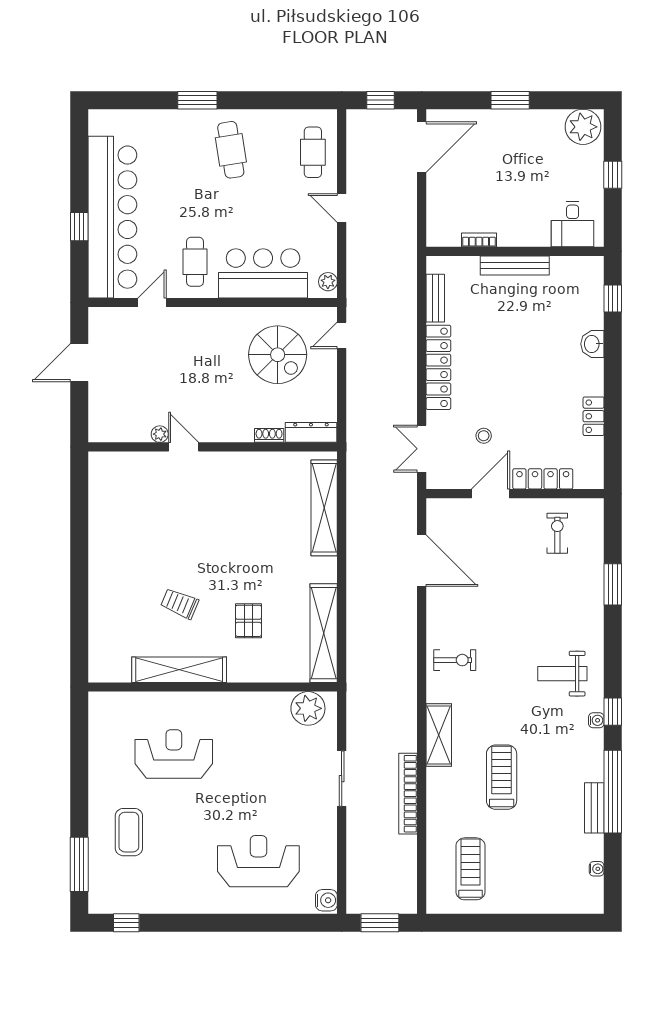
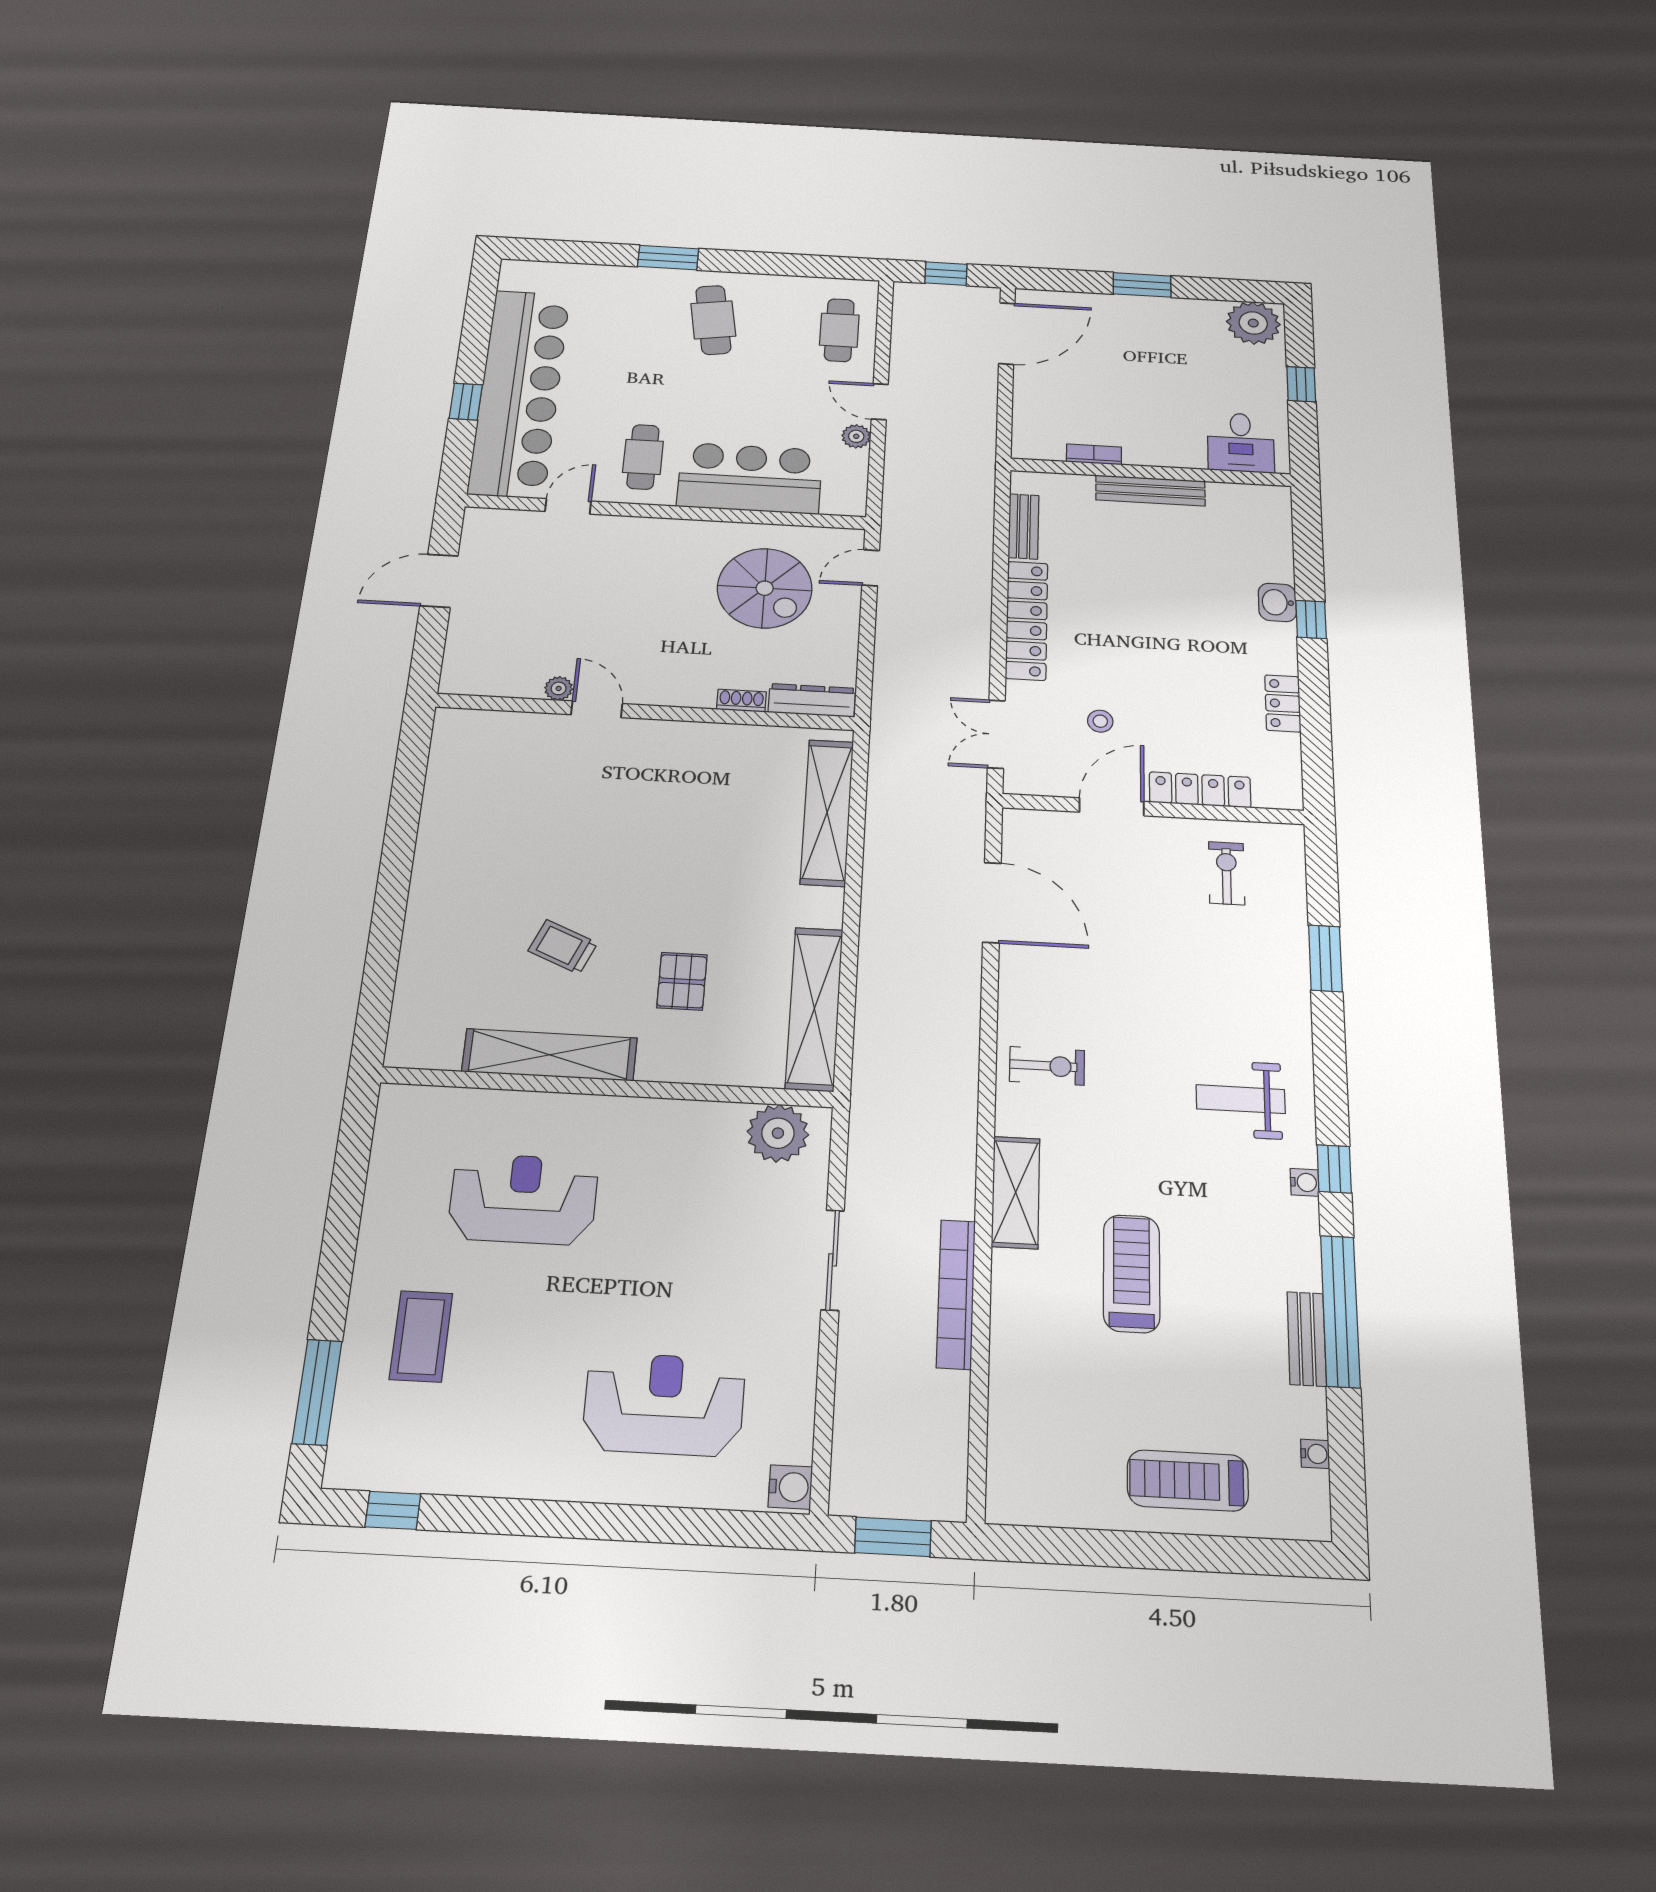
plant: (328, 282) -> (856, 436), moved
window: (613, 299) -> (1311, 619), moved
treadmill: (471, 869) -> (1188, 1481), moved, turned -90

